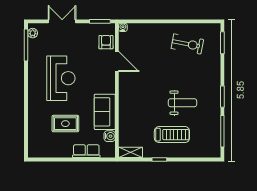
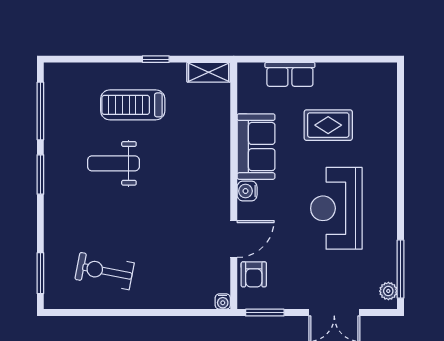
door: (117, 61) -> (234, 239), swing flipped
water cooler: (110, 136) -> (247, 191), moved

